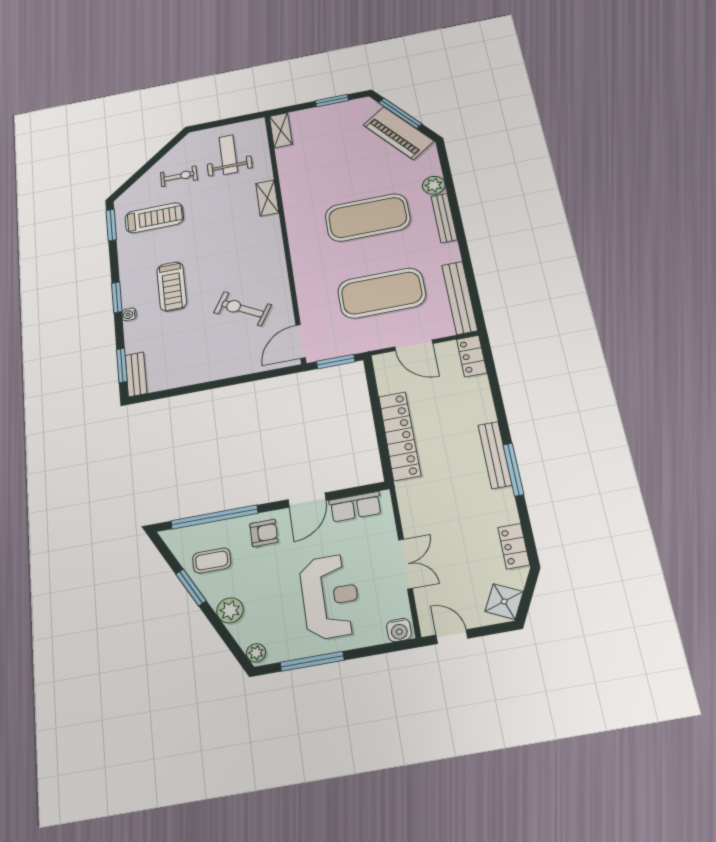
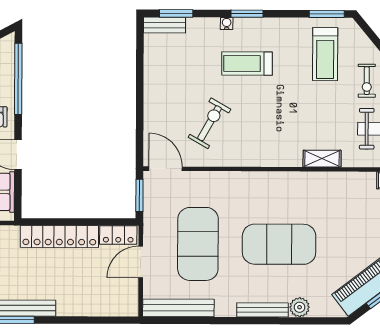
exercise mat: (368, 217) -> (279, 244), turned 90
locker: (472, 356) -> (118, 235), moved, turned 180

